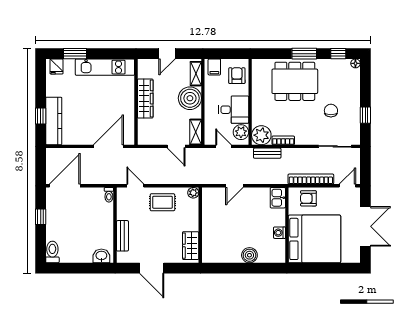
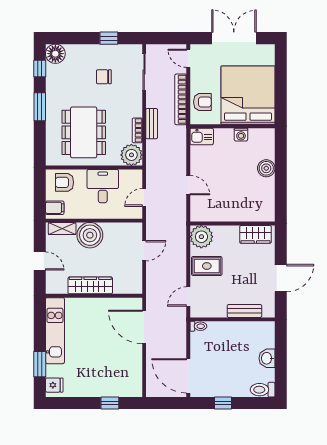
floor lamp: (355, 63) -> (55, 54), width x1.89, depth x1.89
dining table: (295, 81) -> (84, 132), moved
kitchen counter: (54, 121) -> (115, 388), removed
shelving: (196, 132) -> (128, 229), removed
plant: (241, 132) -> (128, 178), removed
bench: (267, 153) -> (152, 124), moved
plant: (193, 193) -> (201, 237), width x1.87, depth x1.87
armchair: (308, 198) -> (202, 102), turned -90
rug: (162, 202) -> (207, 266), turned 90
washbasin: (101, 256) -> (267, 358), moved

